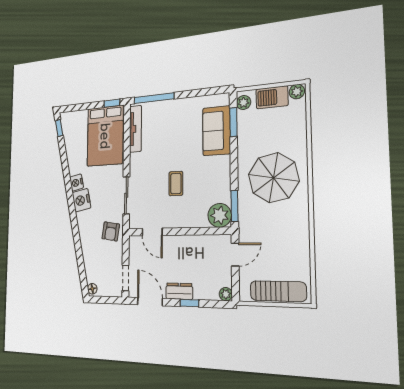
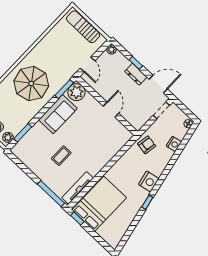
window: (59, 128) -> (147, 202), moved
sofa: (217, 131) -> (58, 114), moved
nightstand: (77, 183) -> (174, 144), moved
coffee table: (176, 184) -> (61, 156), moved
sliding door: (126, 195) -> (118, 156), removed
door: (152, 232) -> (111, 110), moved
door: (235, 255) -> (88, 65), swing flipped
door: (150, 302) -> (158, 84), swing flipped

